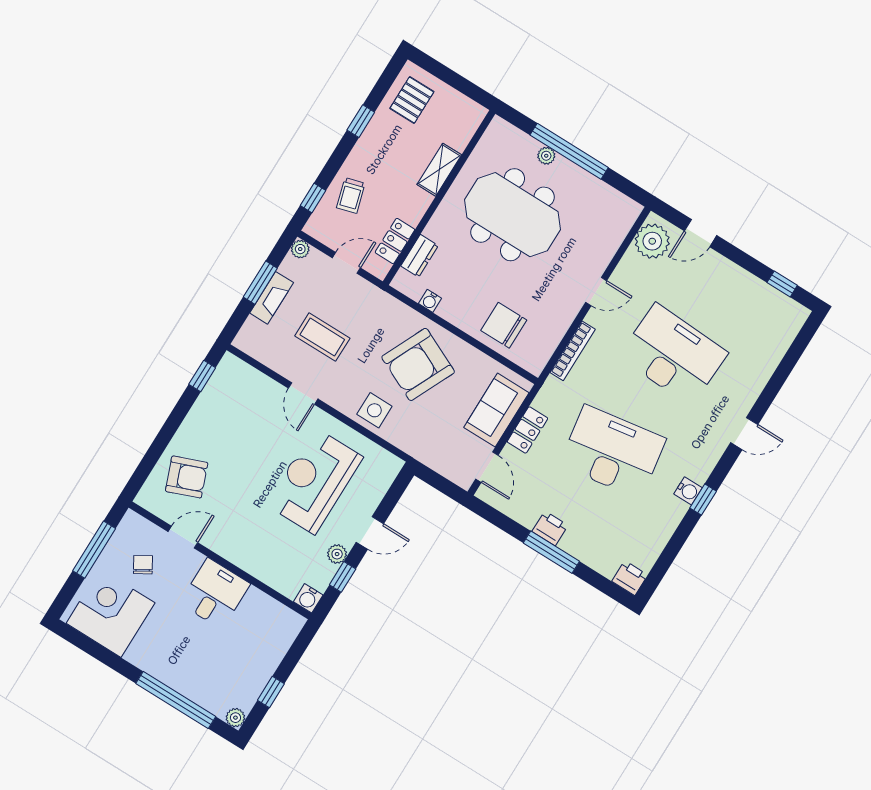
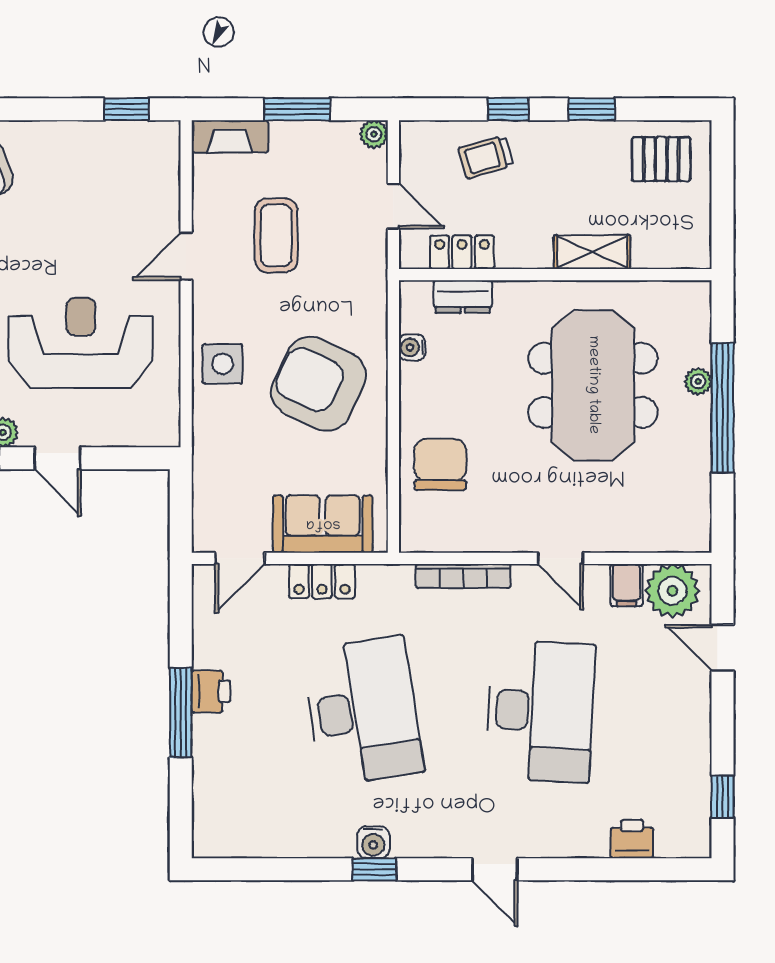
window: (313, 198) -> (508, 109), moved
filing cabinet: (633, 264) -> (627, 585), added
fireplace: (272, 298) -> (230, 136), moved
printer: (630, 578) -> (632, 839), moved, turned -90

